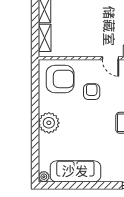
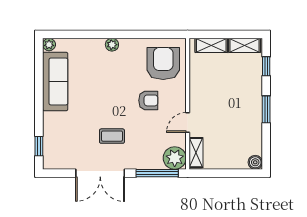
armchair: (60, 79) -> (163, 64), turned 180
plant: (49, 123) -> (112, 45), width x0.53, depth x0.53

